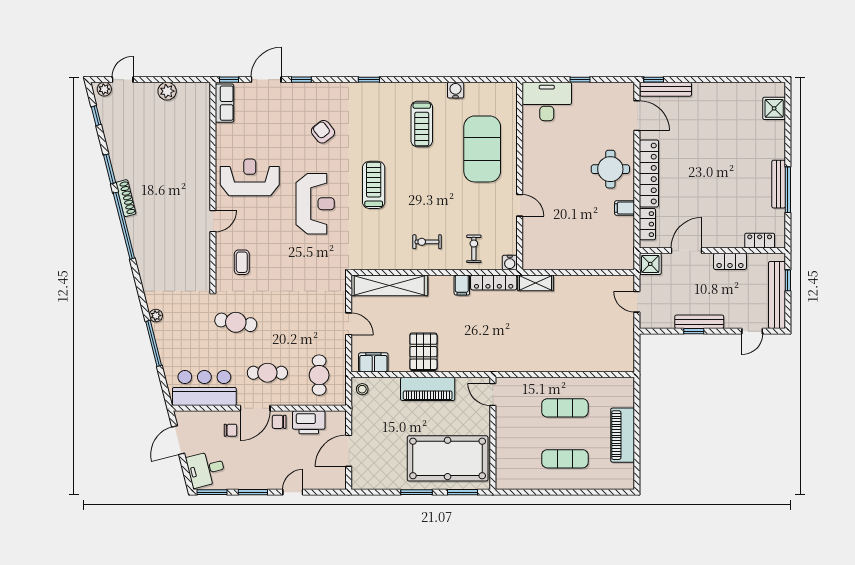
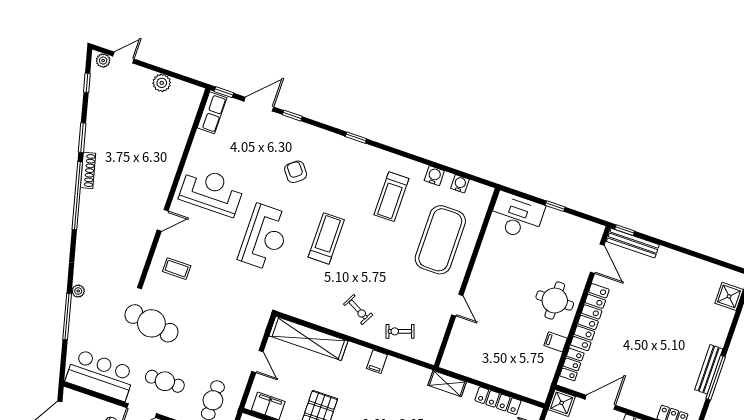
exercise bike: (427, 242) -> (358, 310), turned -152
exercise bike: (474, 249) -> (400, 331), turned -109
coffee table: (242, 262) -> (177, 269), turned 90
water cooler: (510, 263) -> (460, 184), moved, turned 180
locker: (494, 282) -> (498, 401), moved
cafe table: (236, 322) -> (151, 323), width x1.37, depth x1.35

